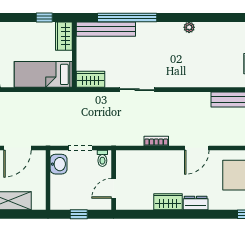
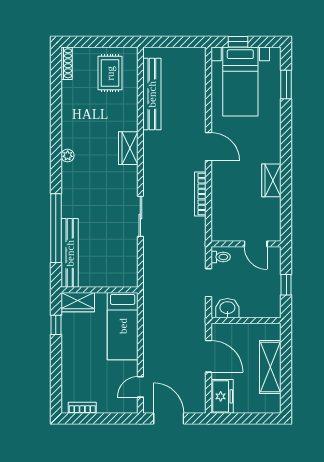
wardrobe: (91, 79) -> (128, 148), moved
bookcase: (156, 141) -> (200, 194), width x1.56
dresser: (196, 203) -> (273, 148), removed

